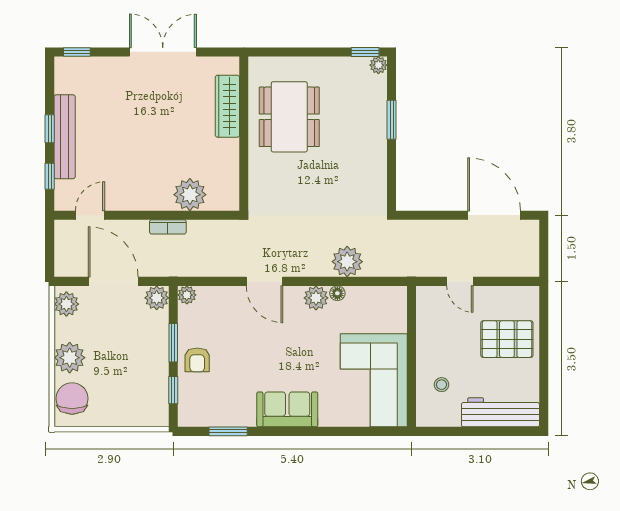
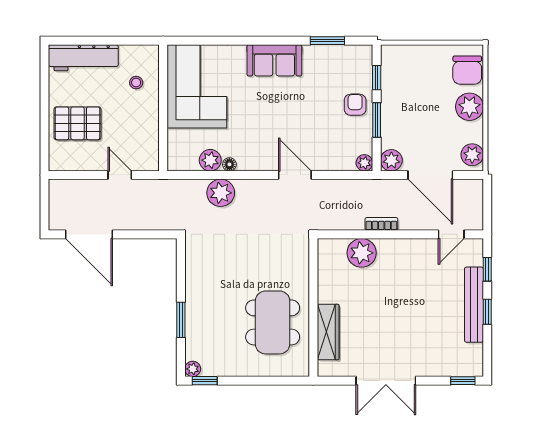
plant: (316, 298) -> (210, 160), moved

